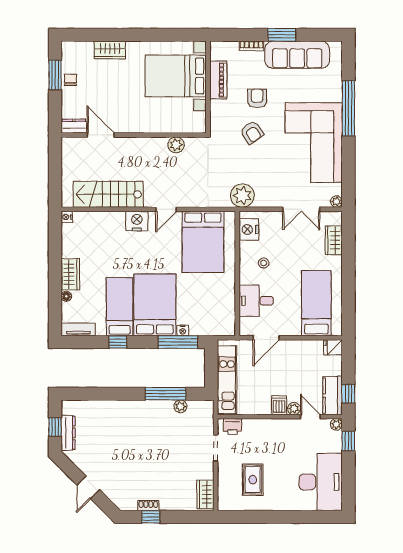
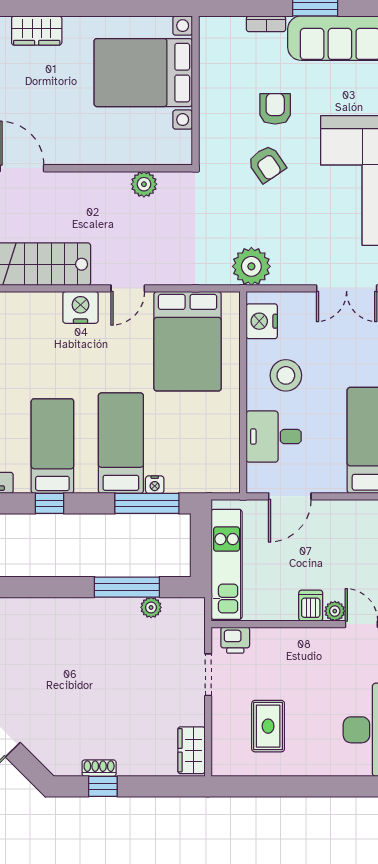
piano: (218, 80) -> (212, 79), removed
stool: (264, 263) -> (286, 375), width x1.89, depth x1.89
bed: (155, 305) -> (121, 443), width x0.67

